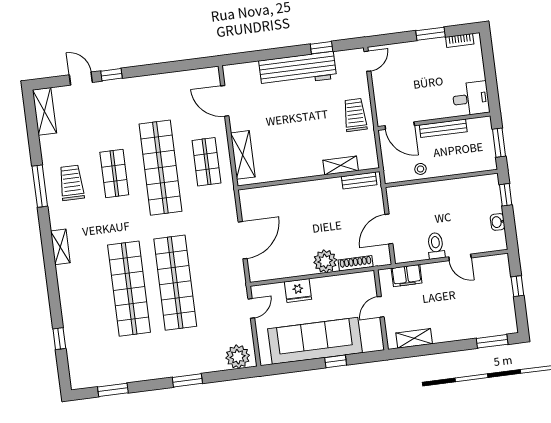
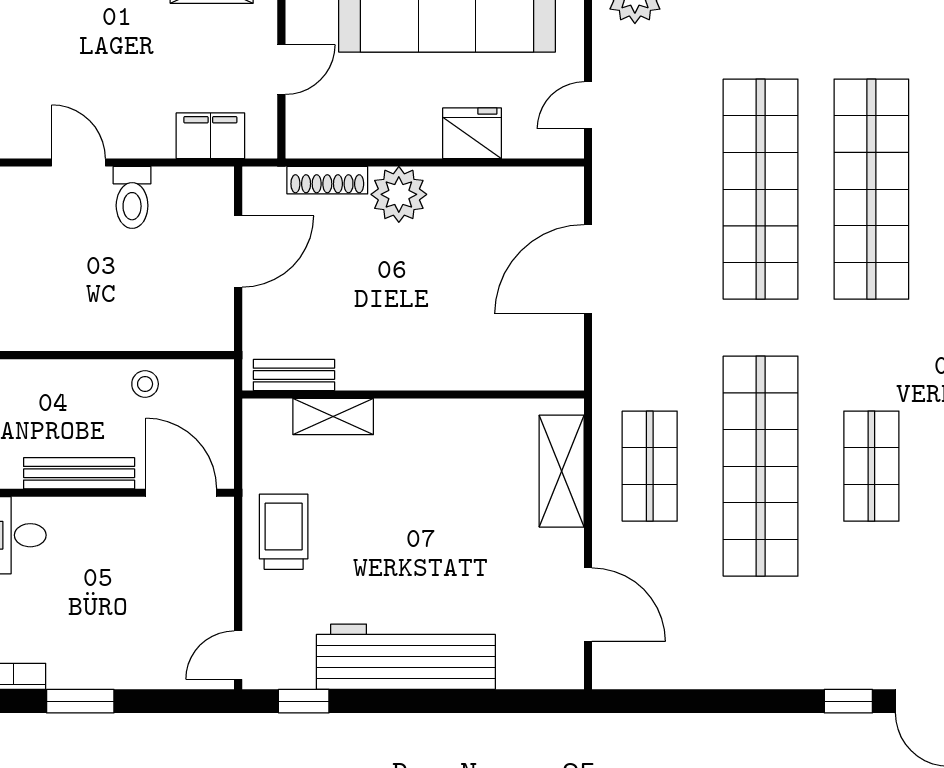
window: (321, 48) -> (304, 701), moved
trolley: (355, 115) -> (284, 532), turned 180

